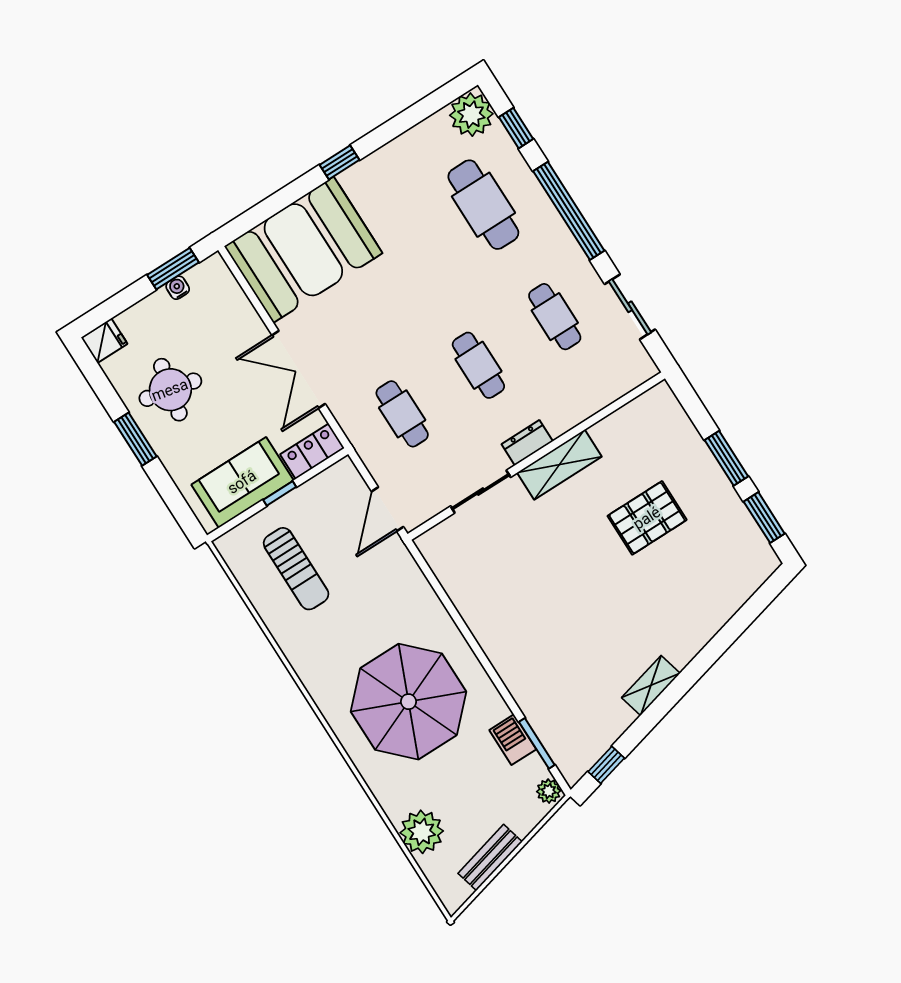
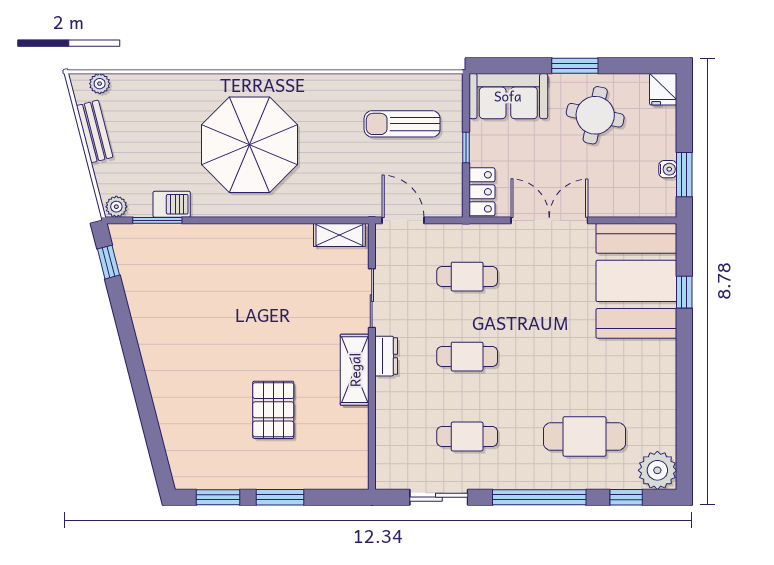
window: (340, 162) -> (684, 292), moved
sofa: (242, 482) -> (508, 96), moved, turned 90
shelving: (651, 685) -> (339, 235), moved, turned -76
plant: (422, 832) -> (100, 84), moved, width x0.53, depth x0.53

